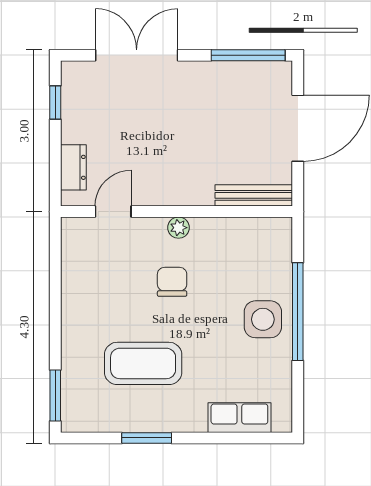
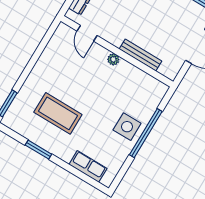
bench: (254, 195) -> (140, 55), moved
door: (113, 212) -> (87, 33), swing flipped
chair: (172, 282) -> (95, 83), removed

